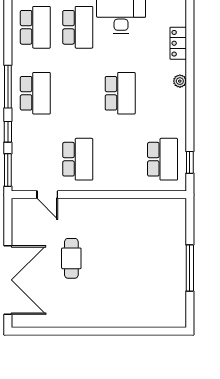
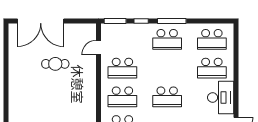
school desk: (120, 159) -> (122, 97), added

